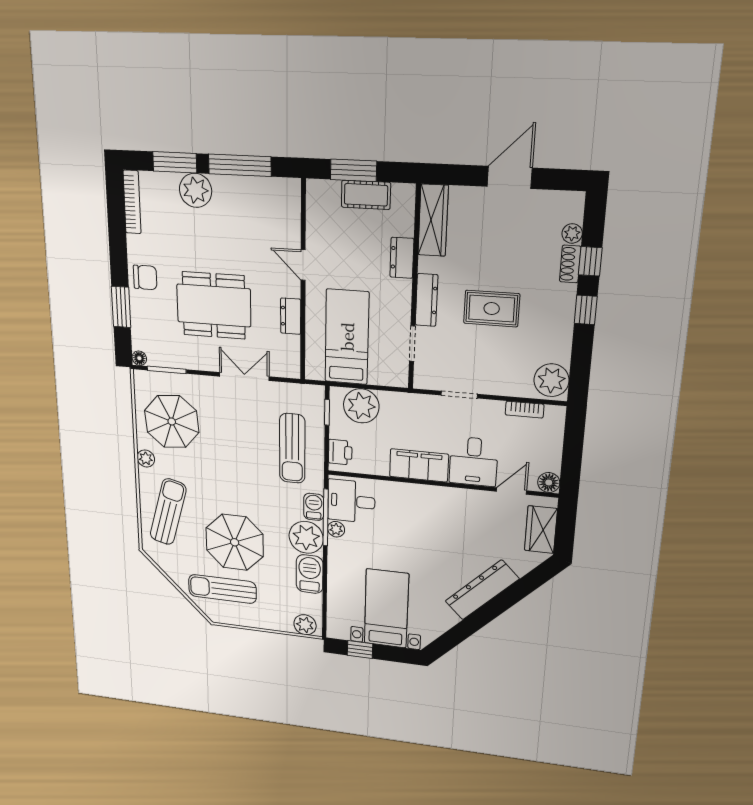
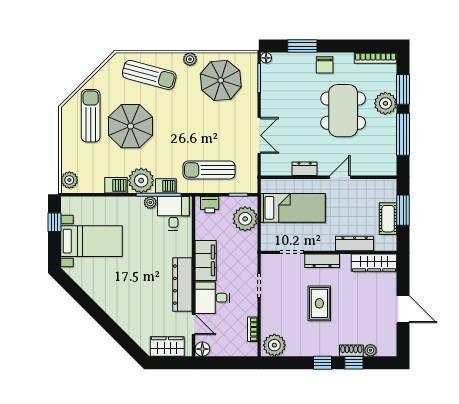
dresser: (402, 258) -> (355, 243), width x1.44
dining table: (214, 305) -> (343, 111), moved
barbecue: (310, 574) -> (116, 185), width x0.73, depth x0.79
dresser: (482, 590) -> (182, 285), moved, turned -135

